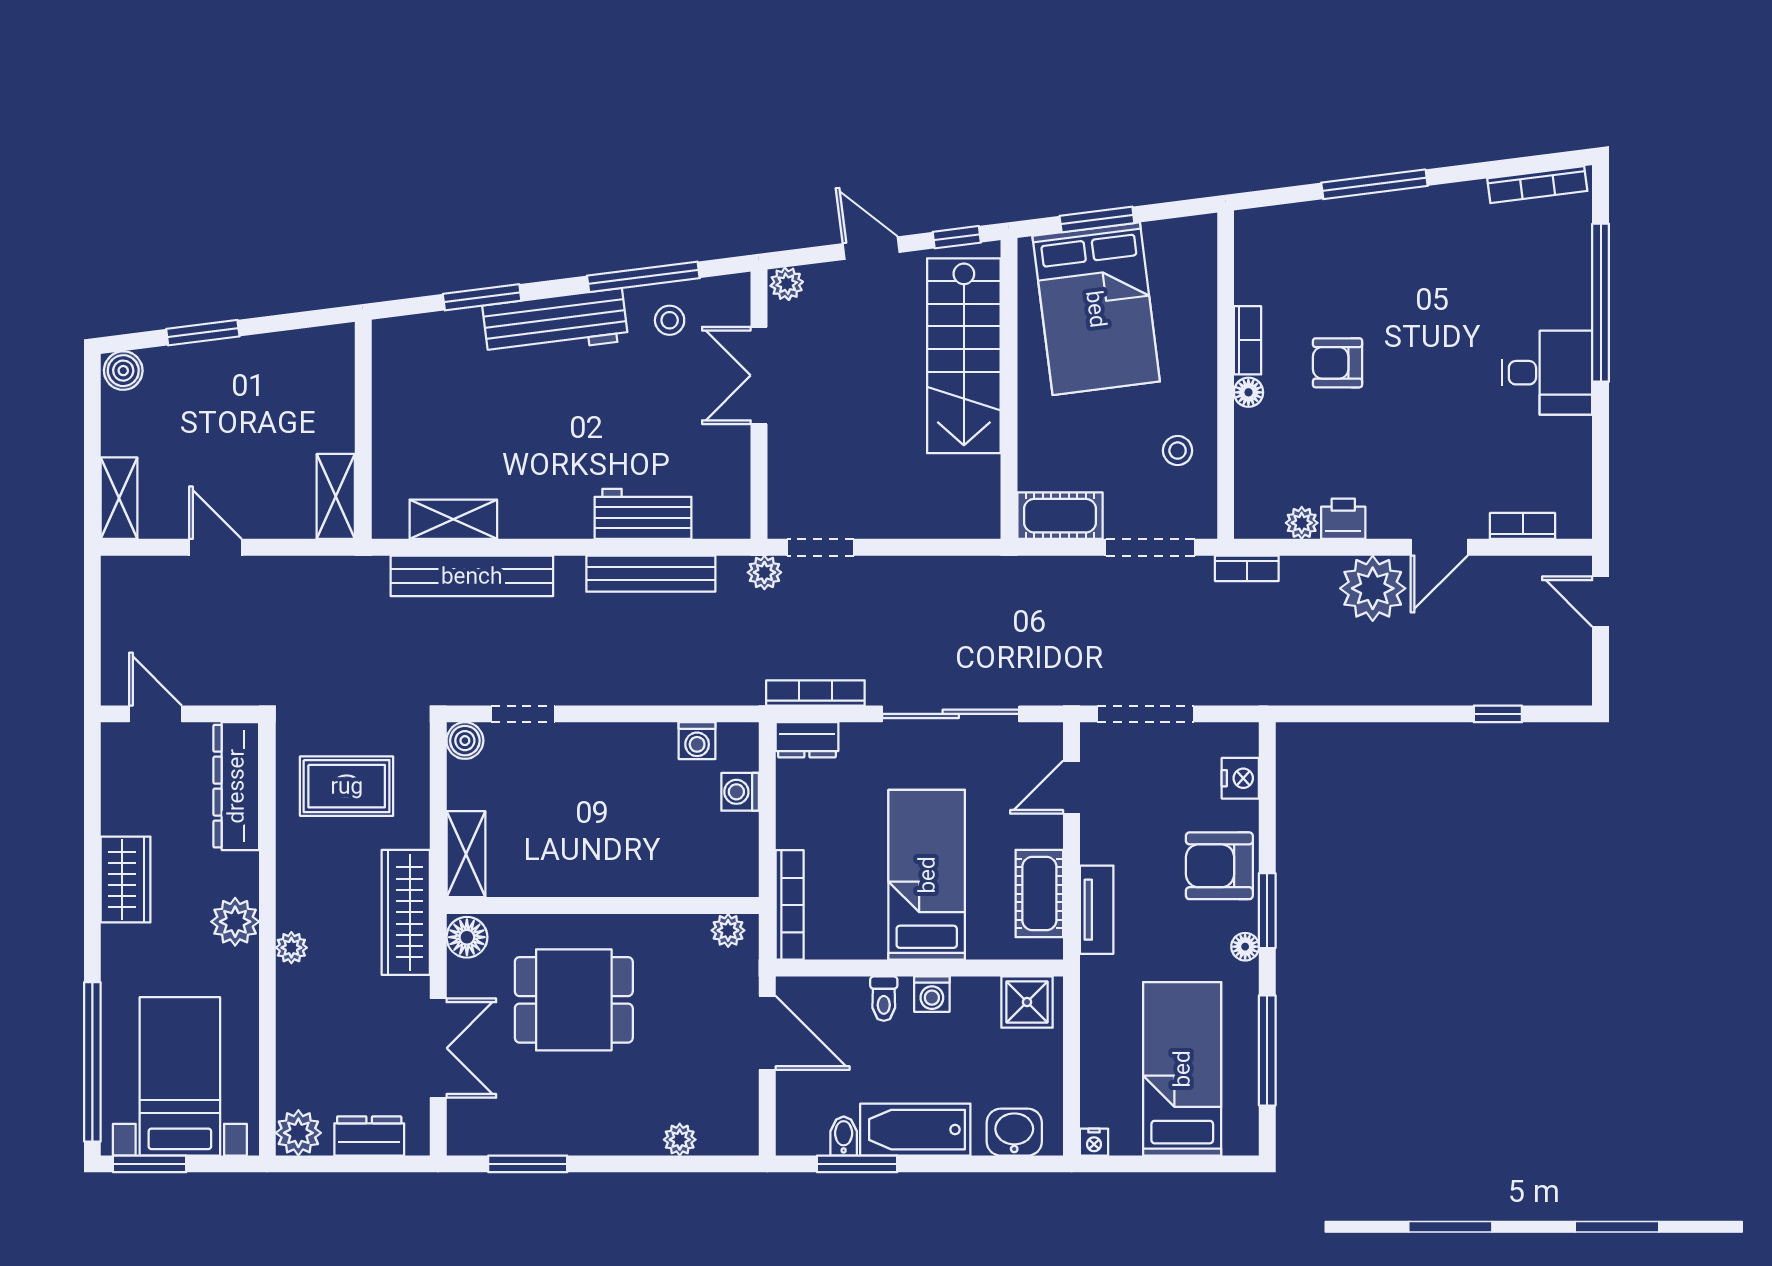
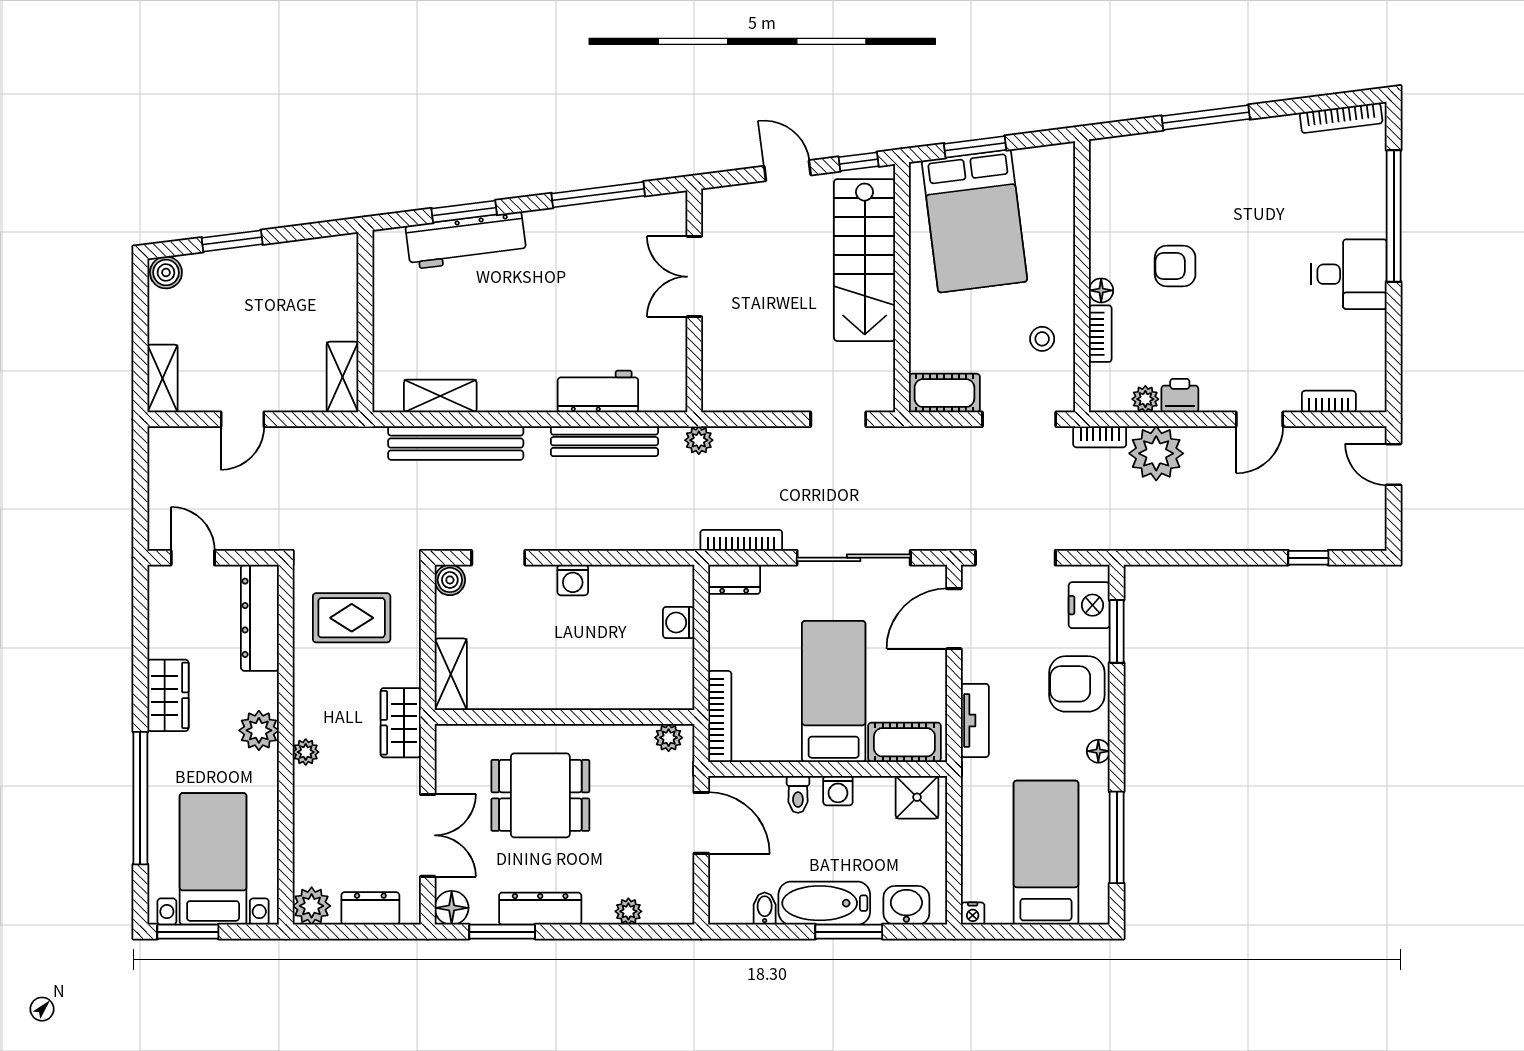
plant: (787, 284) -> (717, 200), removed
stool: (670, 320) -> (620, 231), removed
workbench: (555, 323) -> (466, 240), moved
bookcase: (1248, 340) -> (1100, 334), moved
door: (215, 547) -> (242, 419), swing flipped
doorway: (821, 547) -> (838, 419), moved
plant: (1373, 588) -> (1156, 453), moved
washing machine: (697, 741) -> (573, 580), moved
nightstand: (1240, 778) -> (1089, 605), width x1.36, depth x1.33
door: (1071, 787) -> (954, 619), width x1.38
cot: (1039, 894) -> (904, 742), moved, turned 90
window: (1267, 911) -> (1117, 631), moved
wardrobe: (406, 912) -> (401, 723), width x0.67
floor lamp: (467, 937) -> (452, 908), moved
window: (92, 1062) -> (140, 798), moved
dresser: (574, 1136) -> (540, 909), added
window: (857, 1164) -> (849, 932), moved

